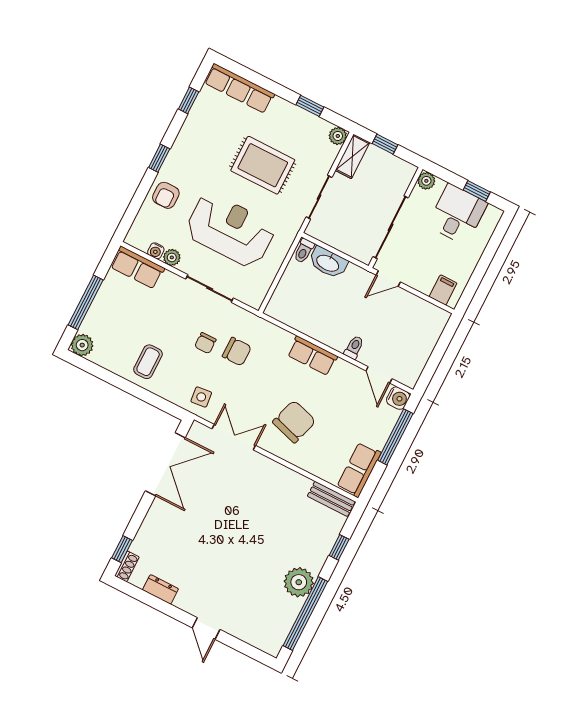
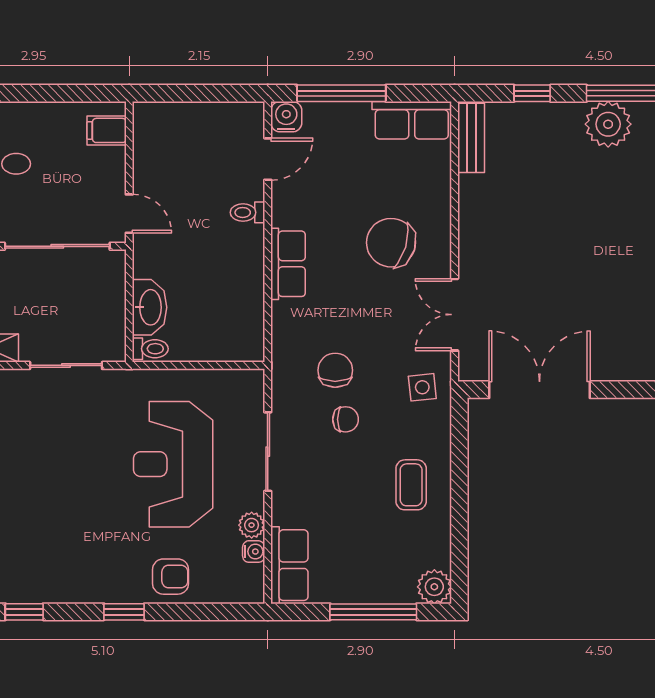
rug: (263, 165) -> (62, 465), removed
coffee table: (148, 362) -> (411, 485), turned 90

